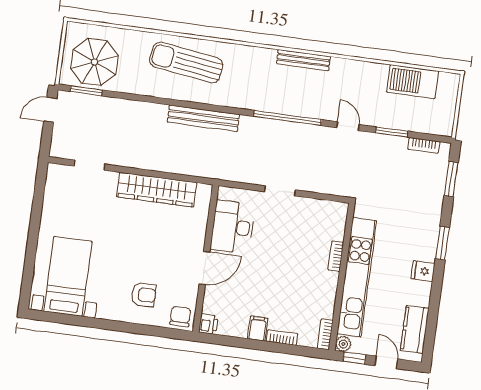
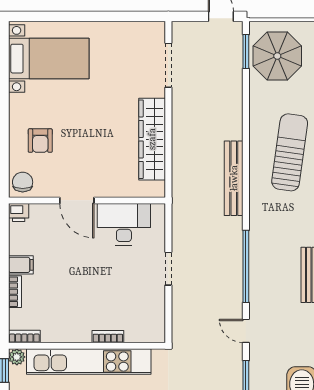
door: (348, 126) -> (246, 331), swing flipped
doorway: (89, 165) -> (168, 65), width x1.38
chair: (180, 316) -> (23, 182), turned -90

